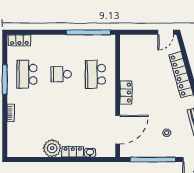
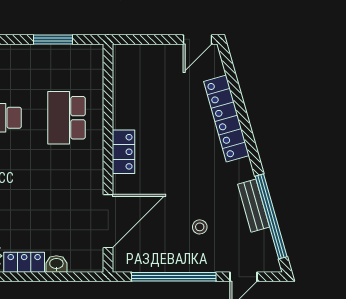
window: (88, 32) -> (53, 39), width x0.47

